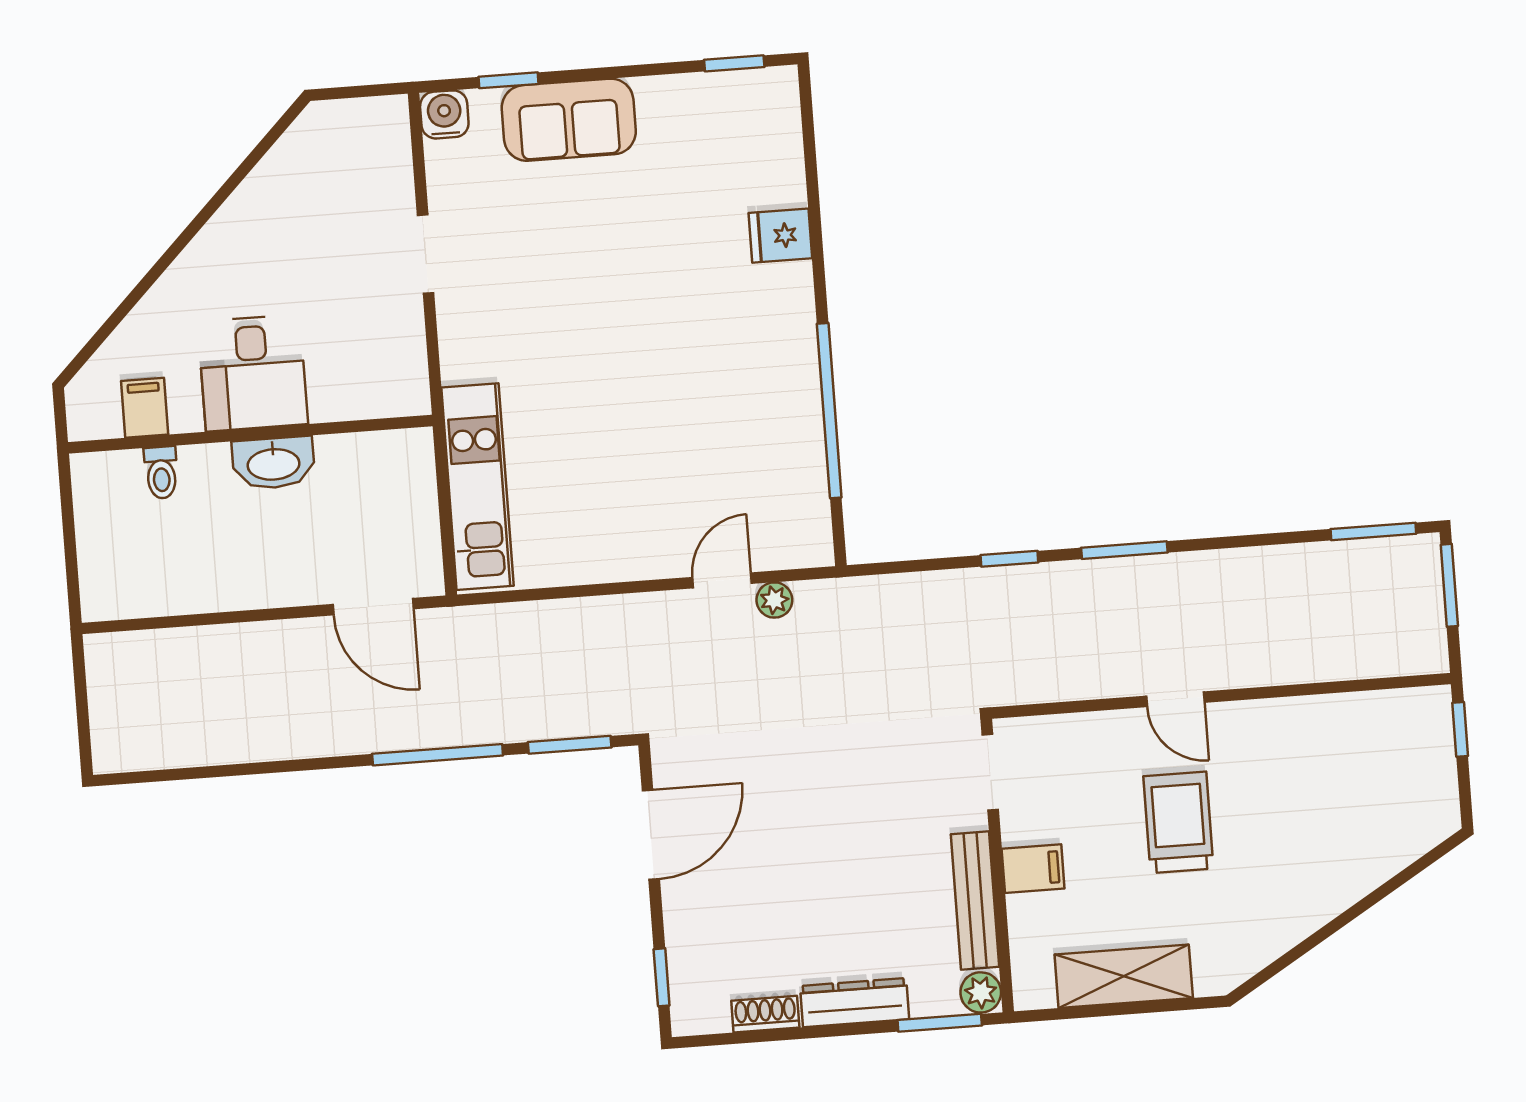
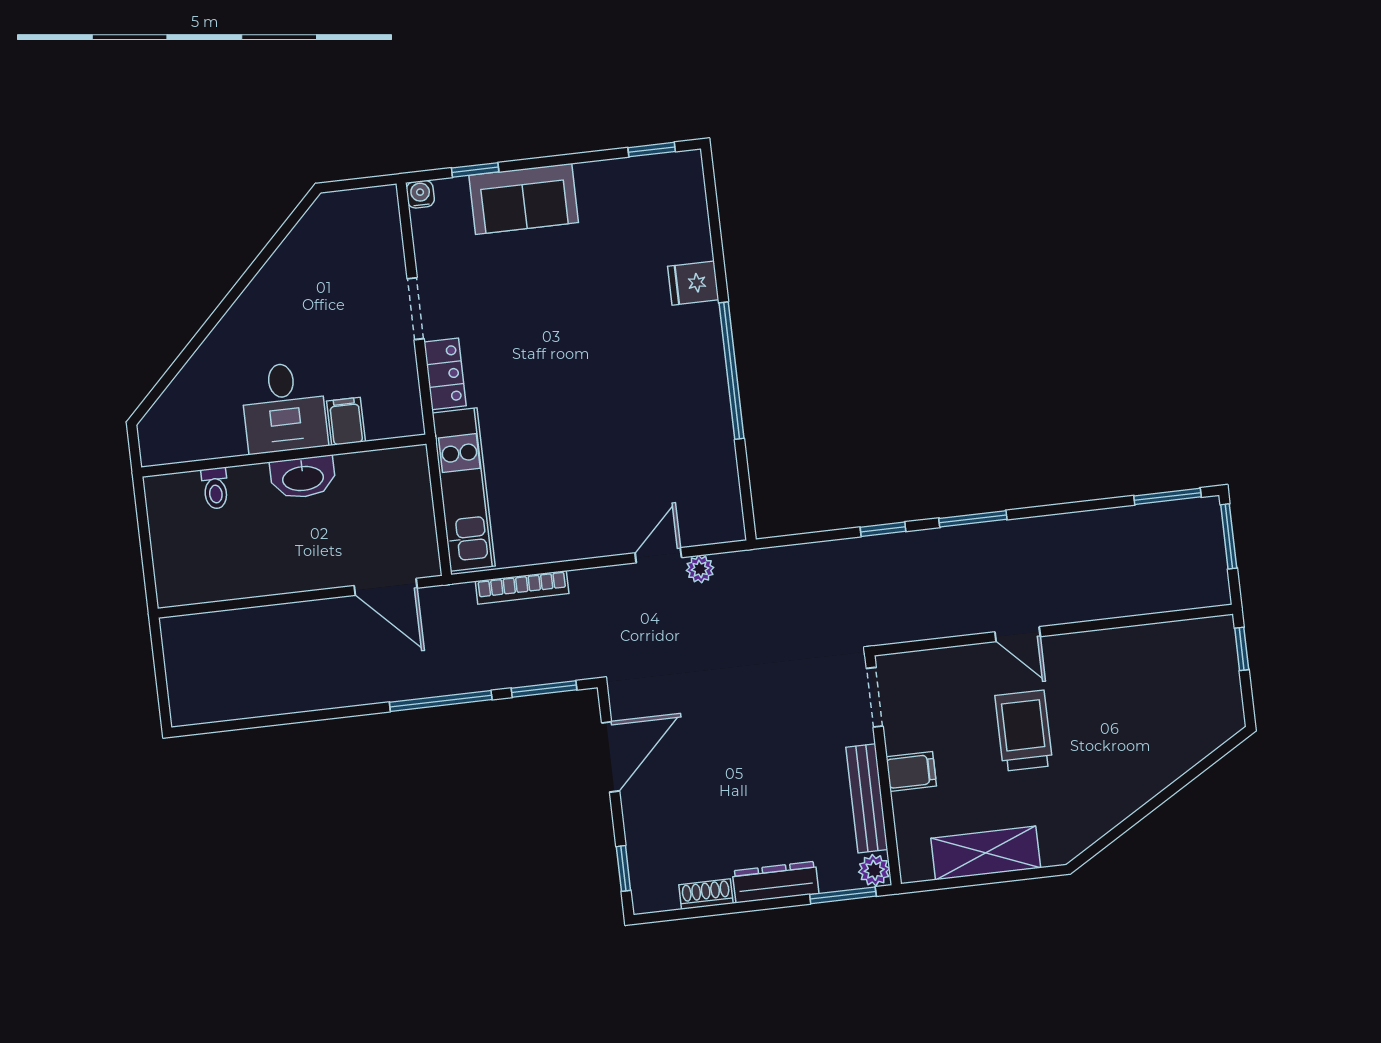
water cooler: (444, 114) -> (420, 194), width x0.72, depth x0.72
locker: (460, 339) -> (445, 374), added
filing cabinet: (145, 408) -> (346, 421), moved
window: (829, 411) -> (731, 371), moved
bookcase: (547, 614) -> (522, 587), added

